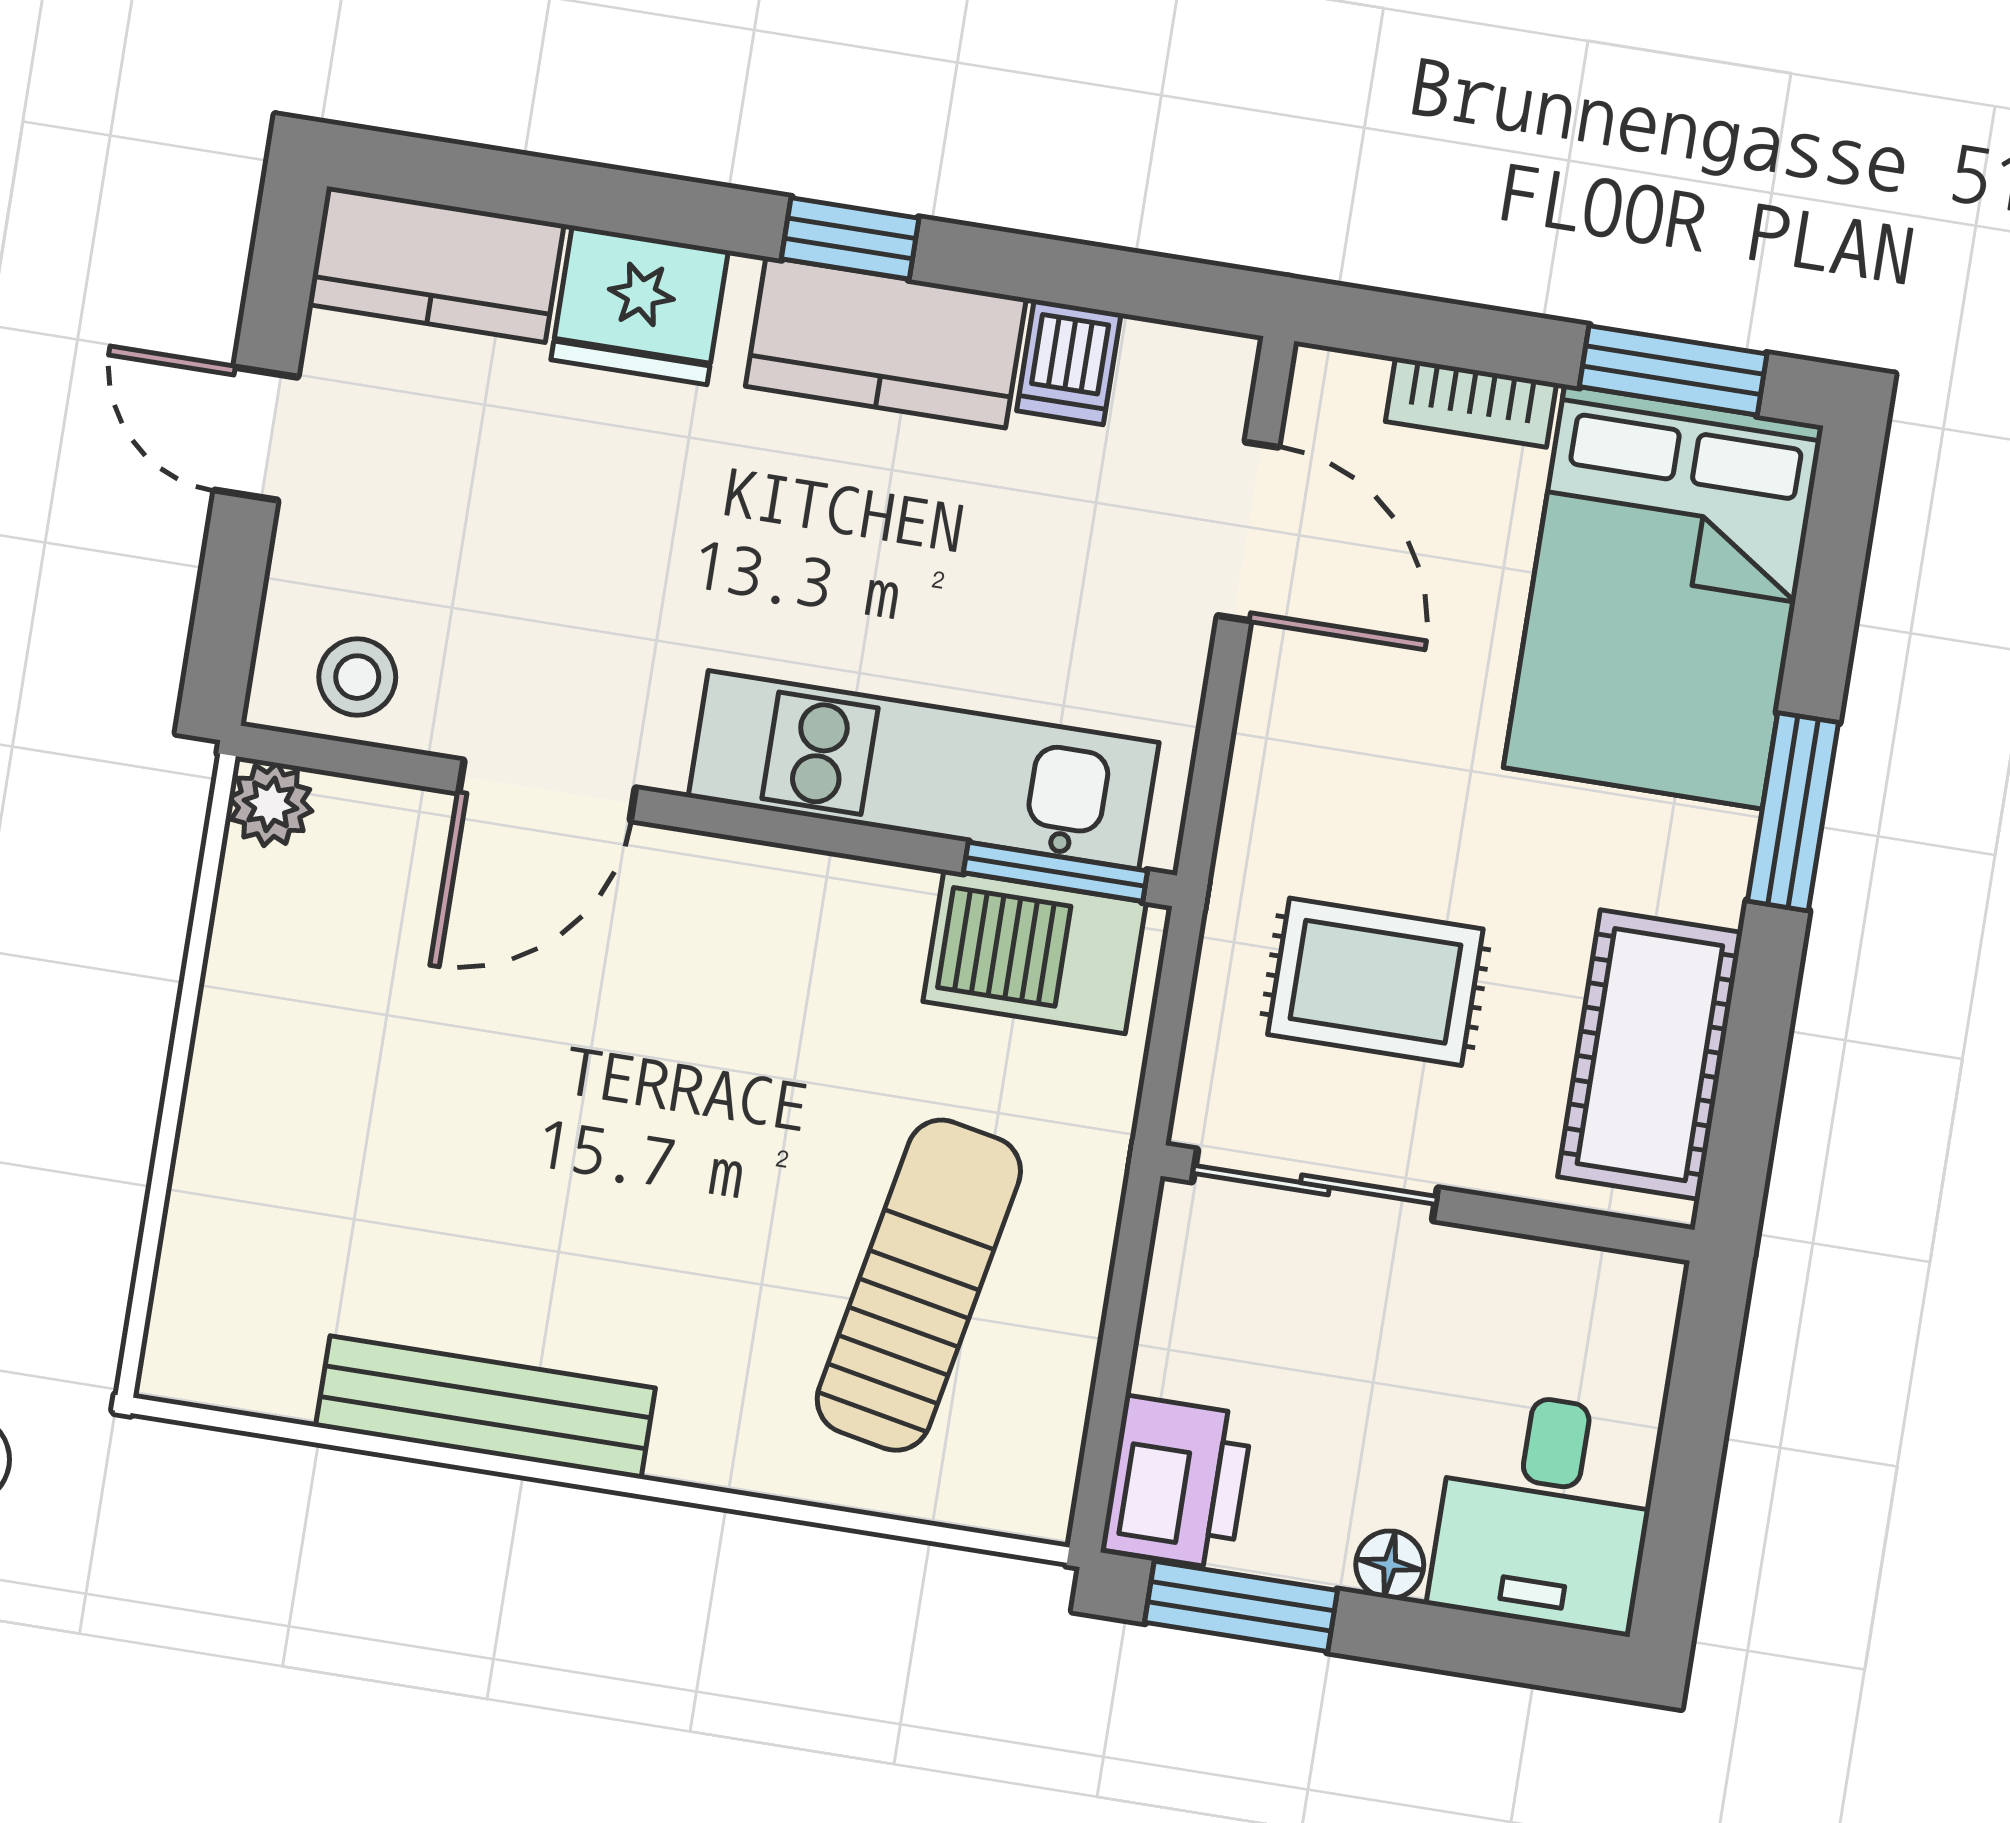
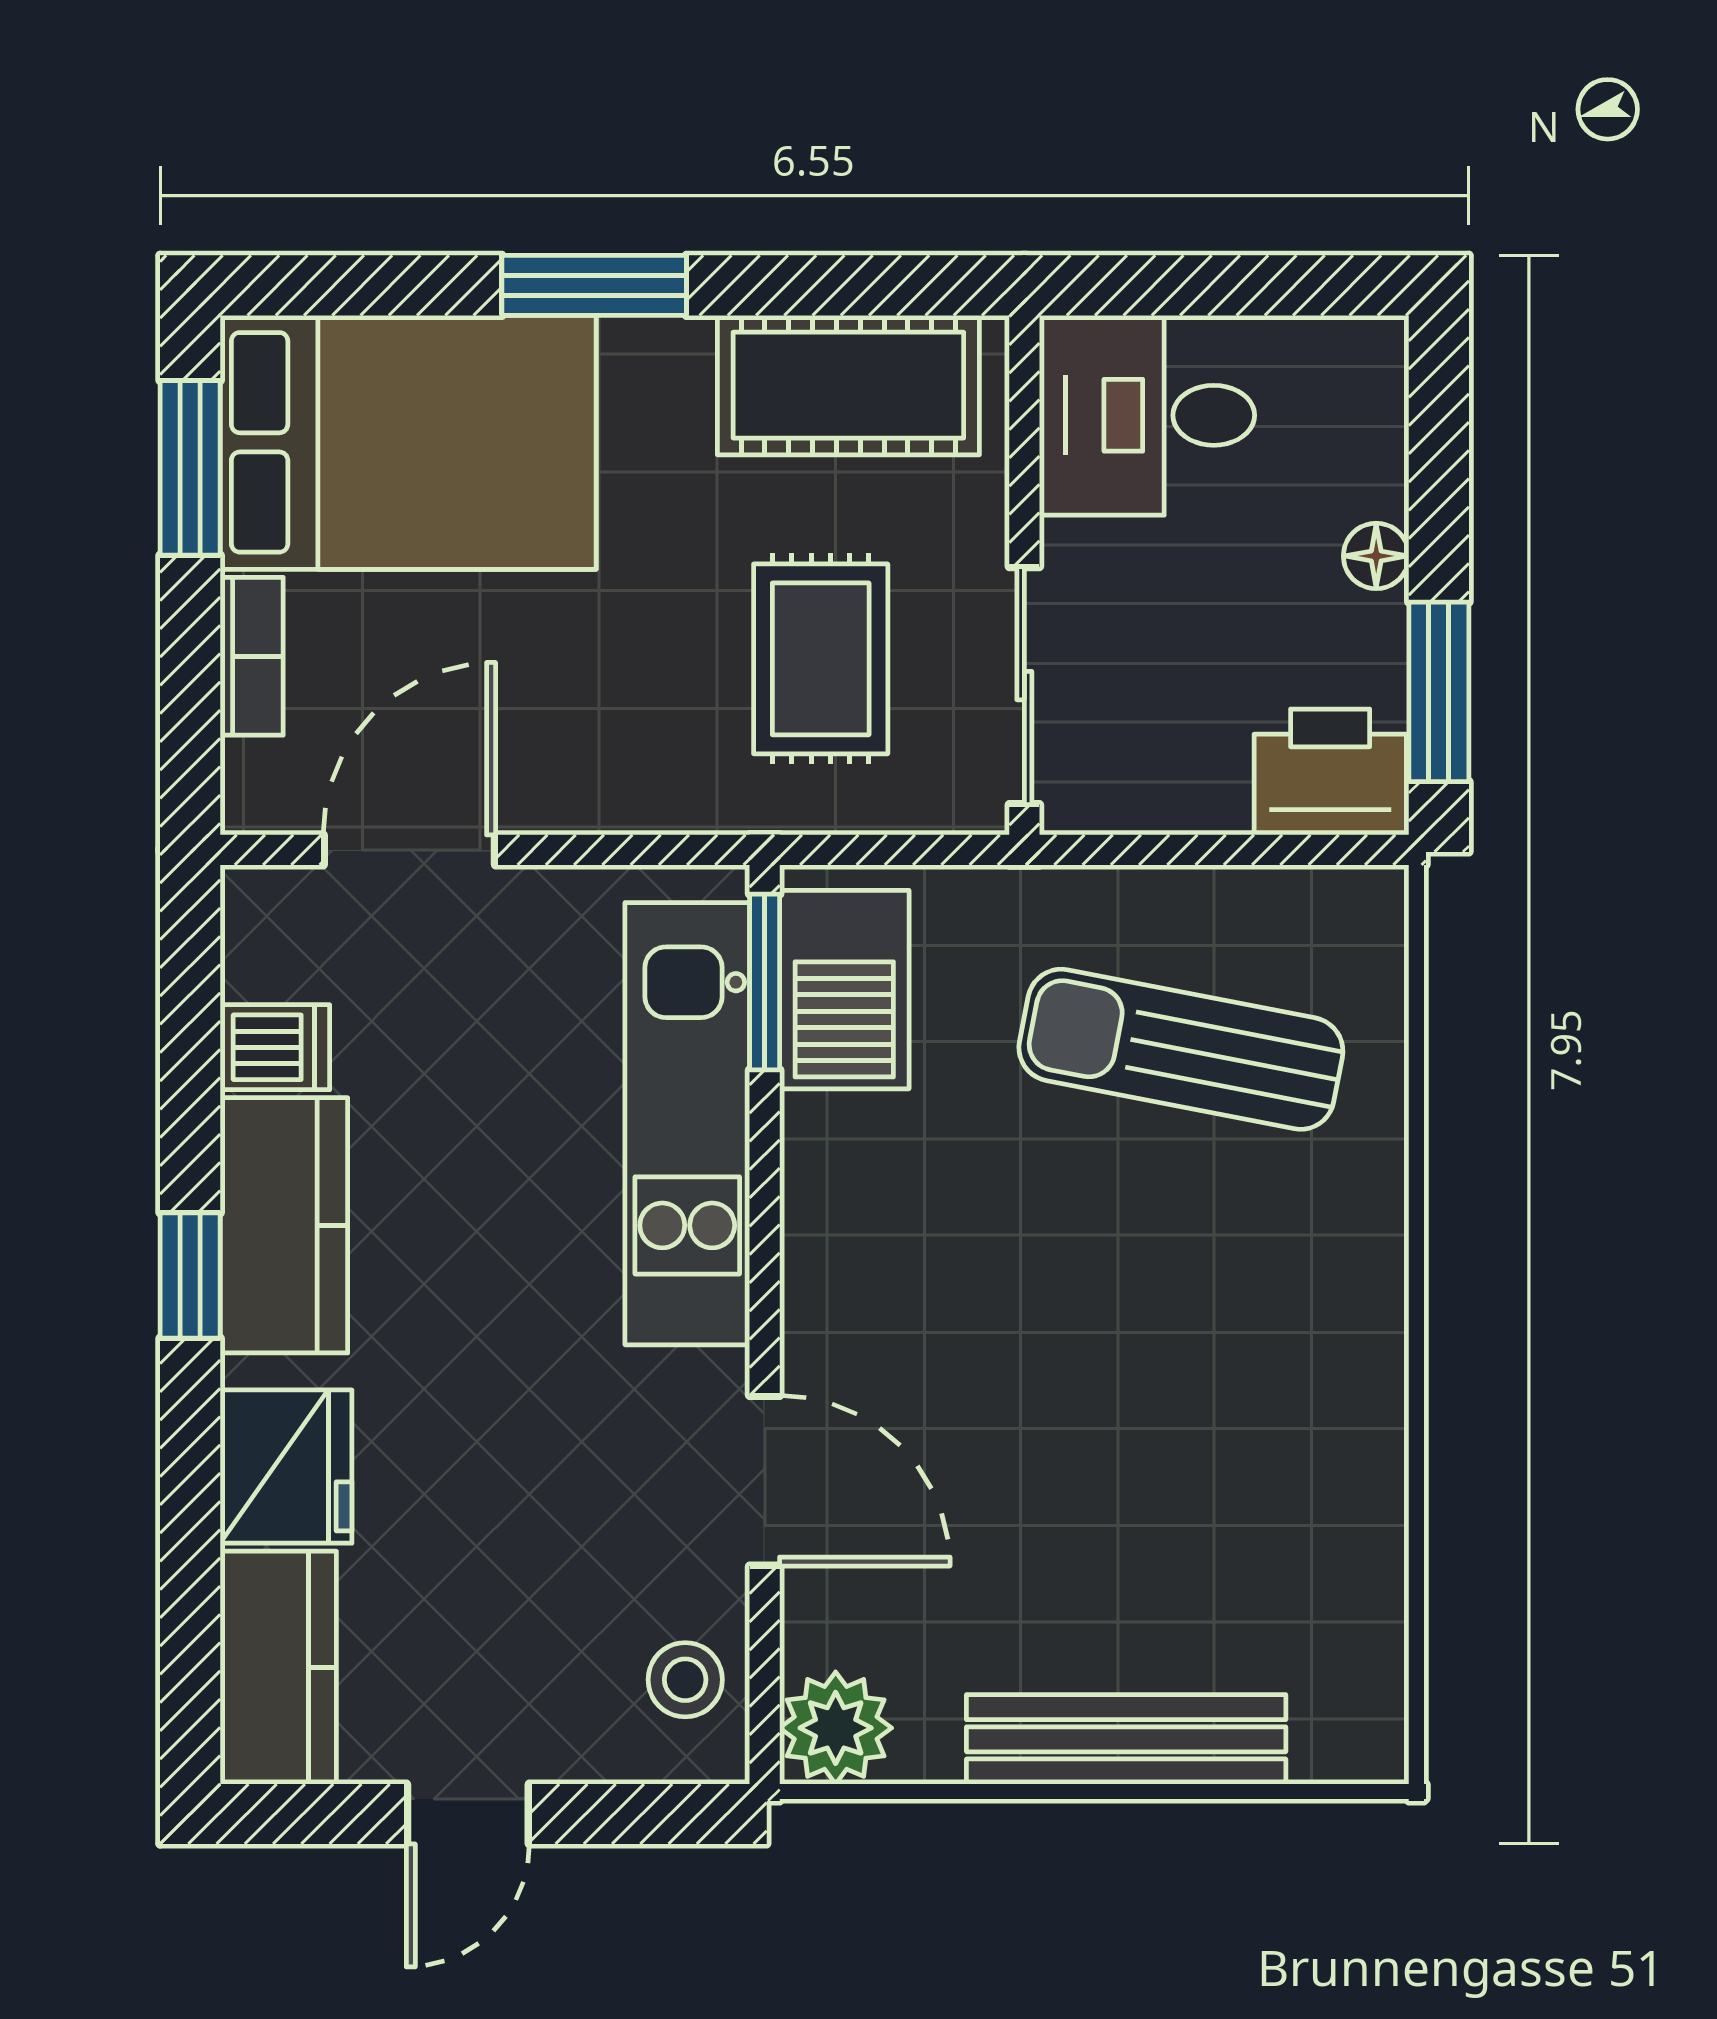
plant: (271, 804) -> (836, 1728), width x1.38, depth x1.38
bench: (485, 1407) -> (1126, 1739), moved, turned 90
desk: (1545, 1511) -> (1147, 415), moved, turned 180

